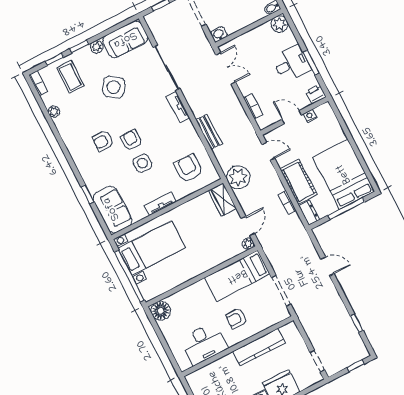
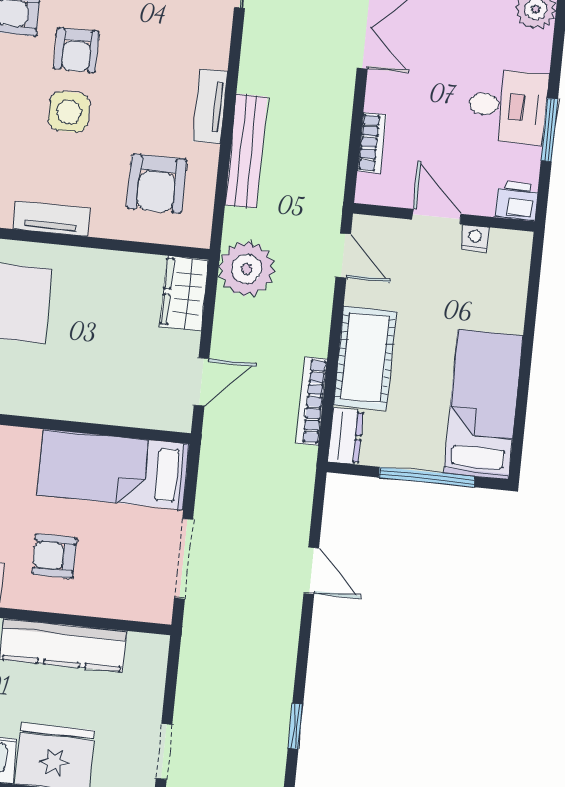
tv unit: (178, 107) -> (210, 106), moved
bench: (209, 132) -> (246, 151), width x1.36
armchair: (131, 140) -> (76, 50), turned 180
armchair: (188, 168) -> (157, 184), turned 180
bed: (344, 174) -> (483, 405), width x0.67
bookcase: (287, 203) -> (312, 401), width x1.56
plant: (248, 244) -> (178, 418), removed

